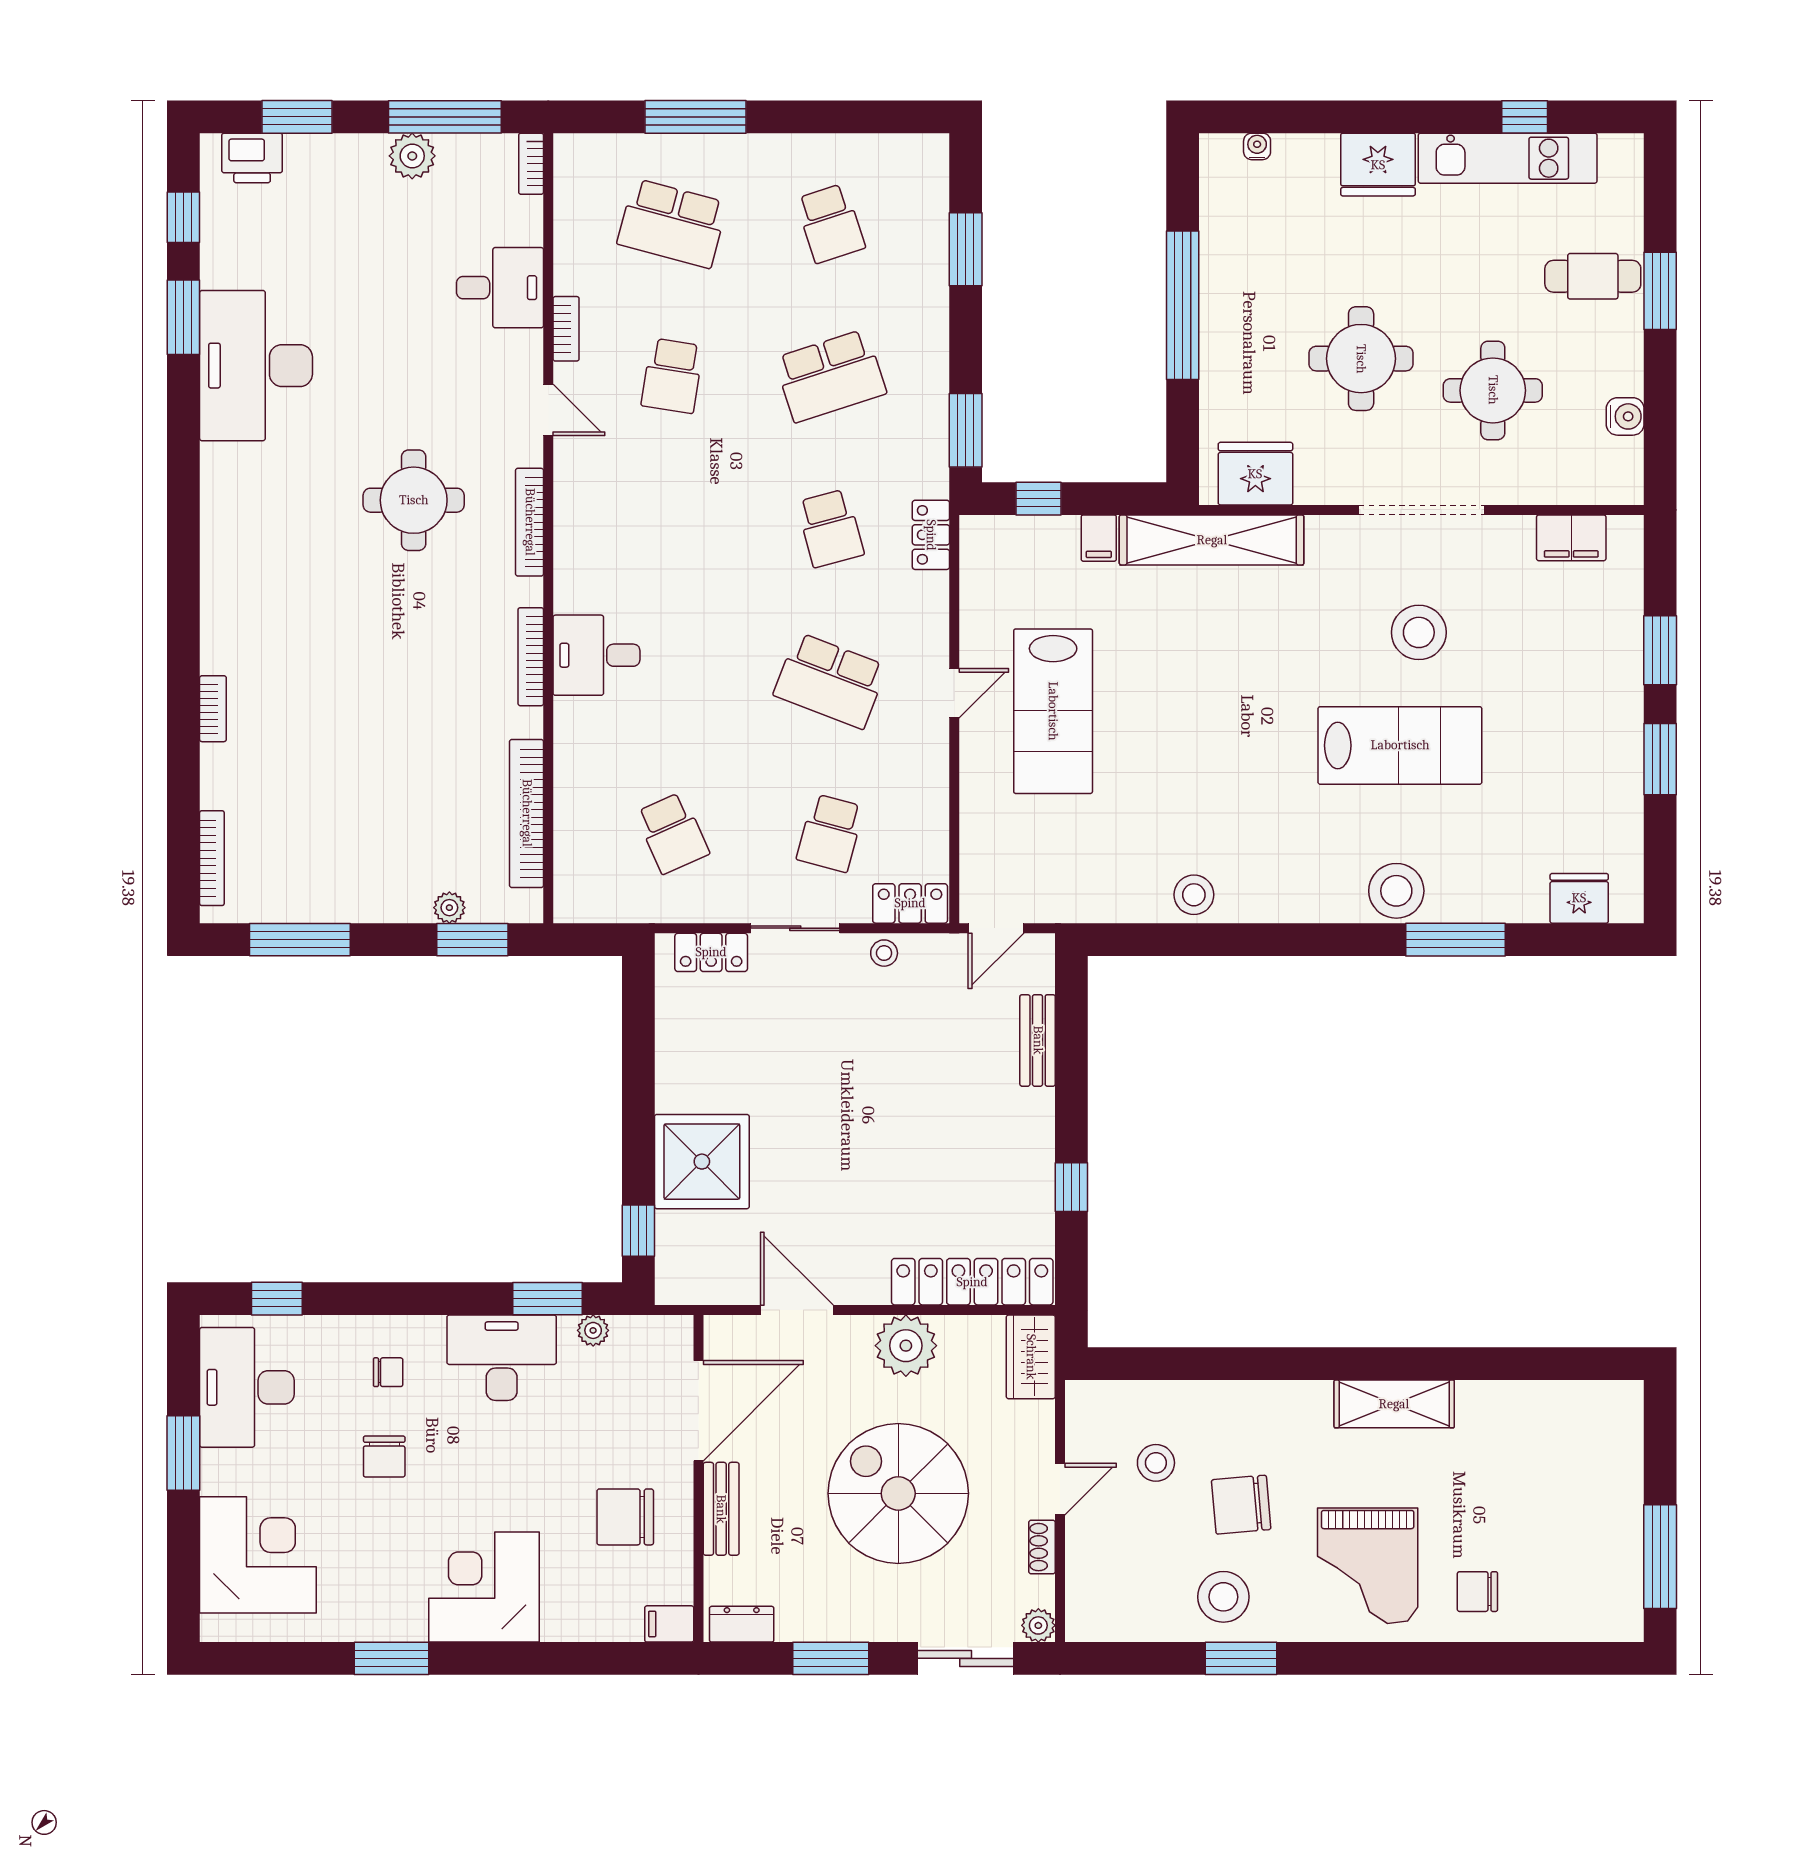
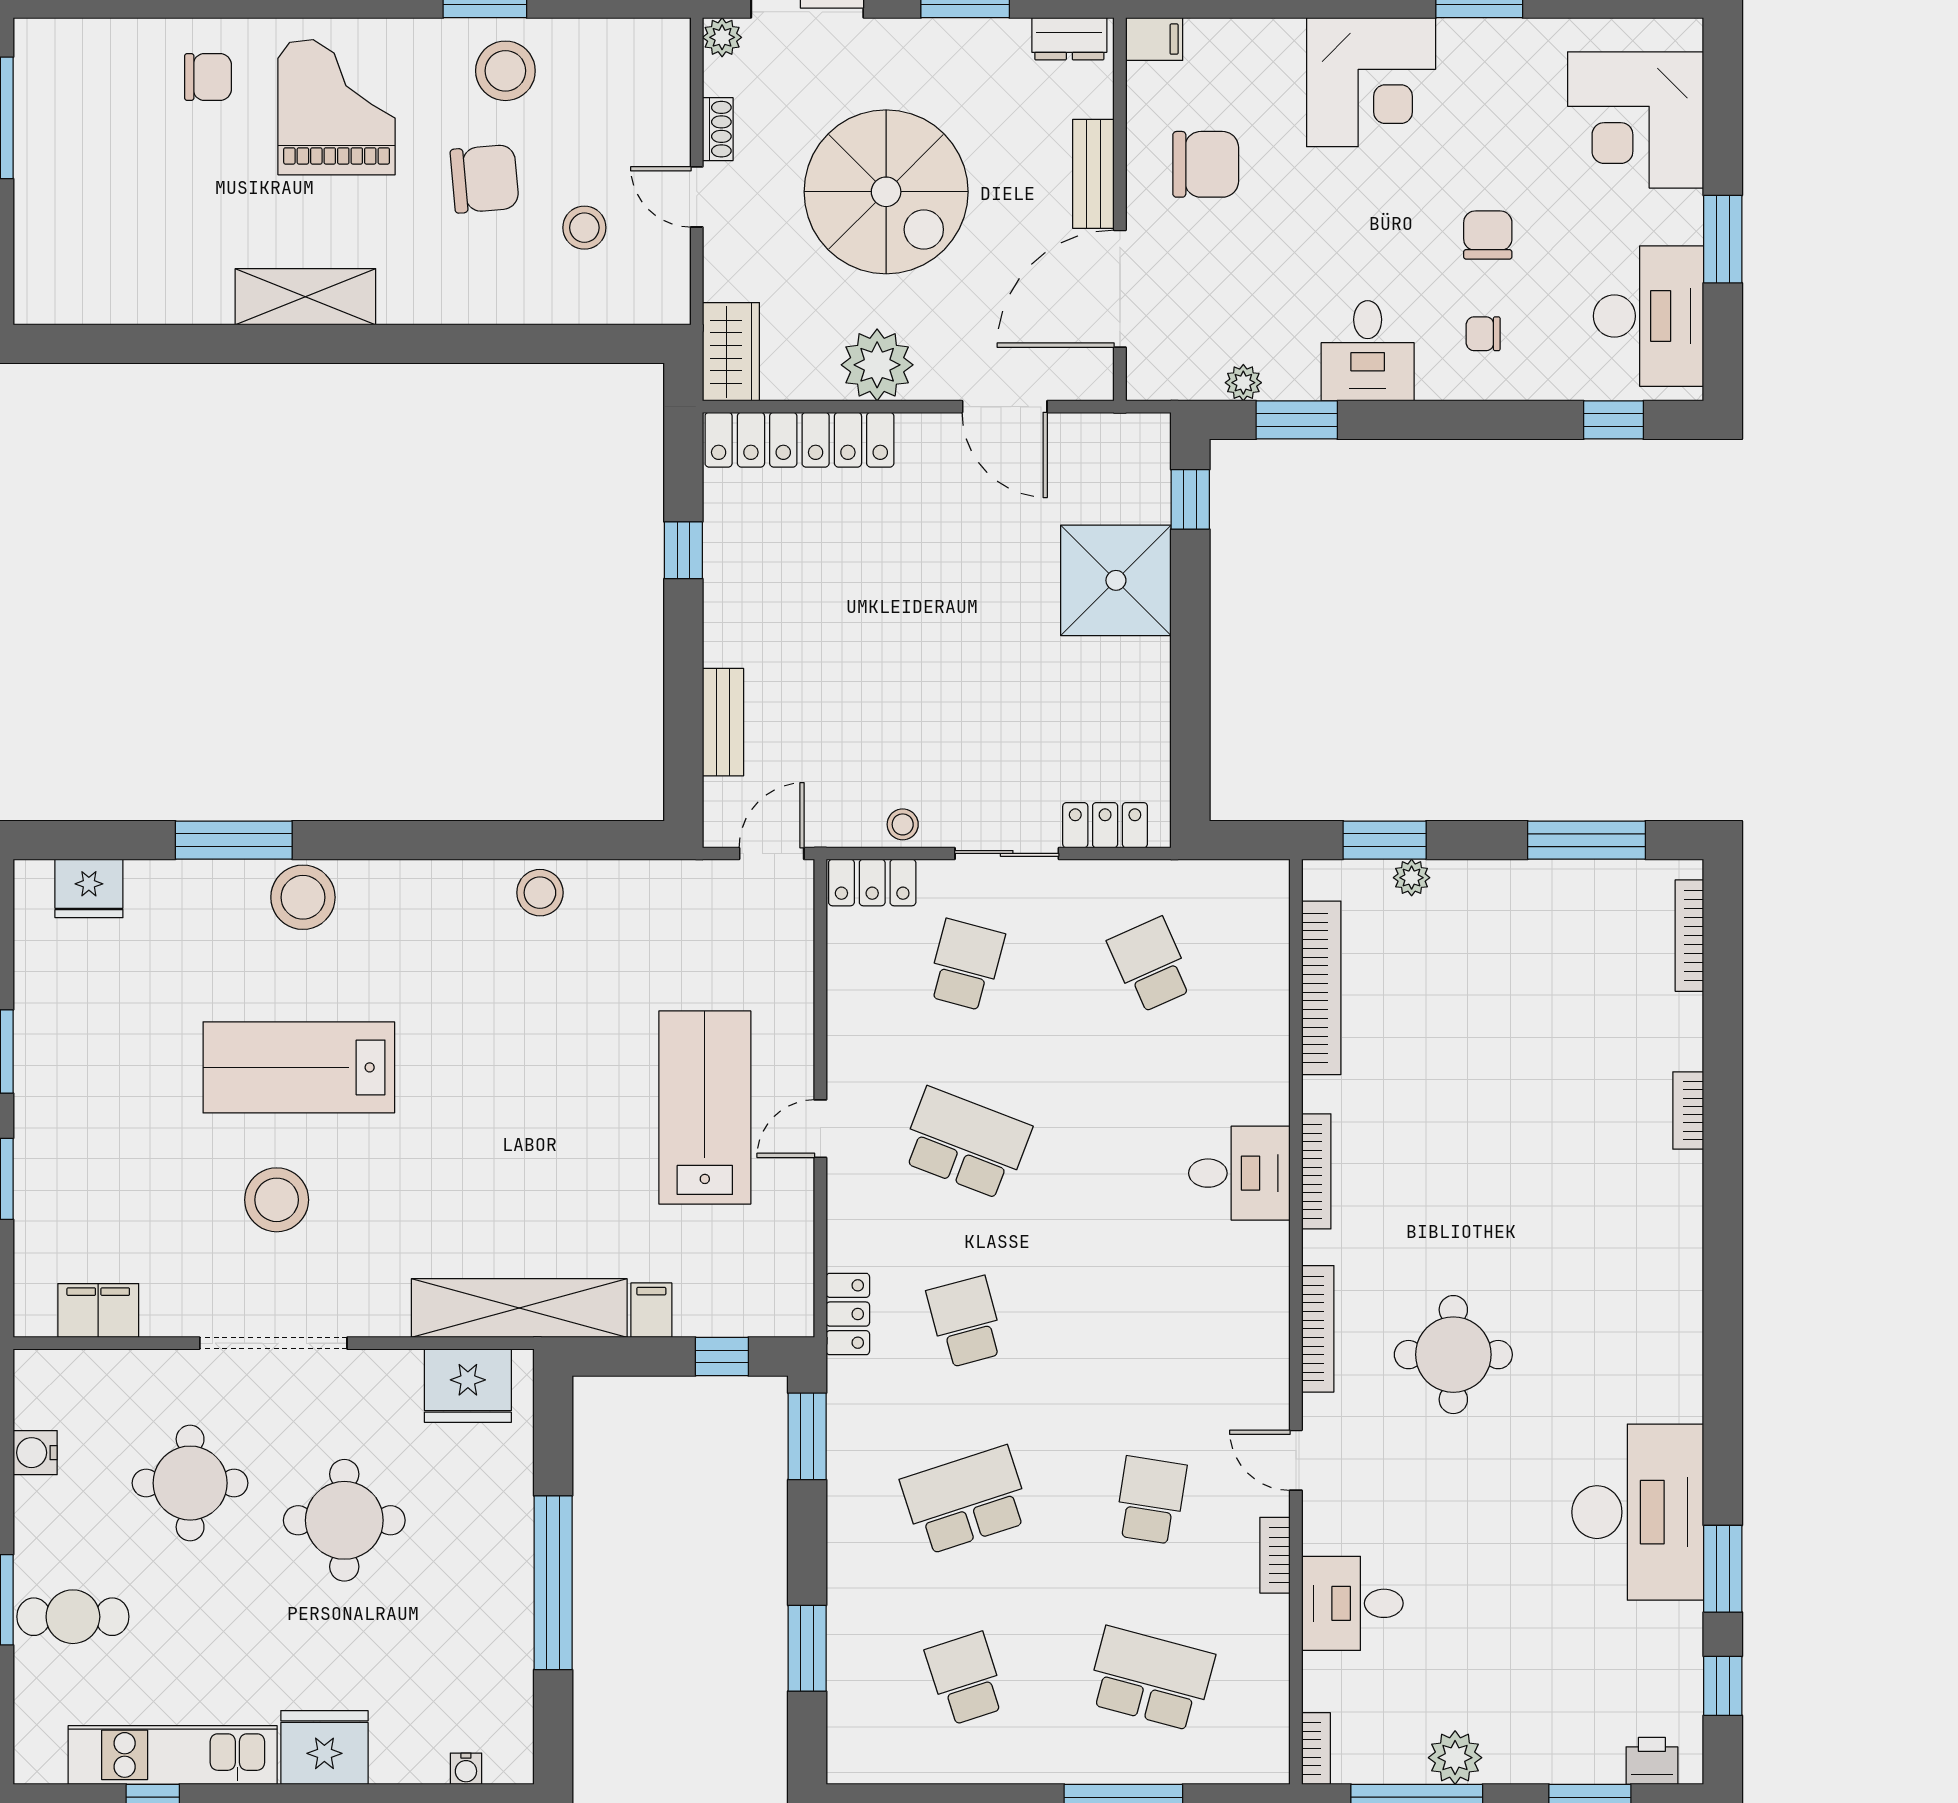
printer: (252, 158) -> (1652, 1761), width x0.73, depth x0.81
desk: (502, 1358) -> (1368, 351), width x0.73
door: (1060, 1489) -> (697, 197), hinge flipped

